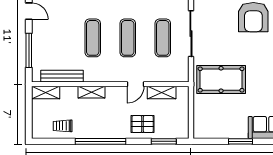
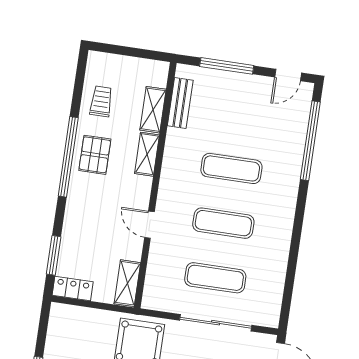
bench: (62, 76) -> (180, 103), width x0.73
shelving: (46, 93) -> (153, 110), moved
shelving: (162, 93) -> (127, 283), moved
pallet: (143, 124) -> (95, 155), moved
locker: (183, 126) -> (73, 288), added

